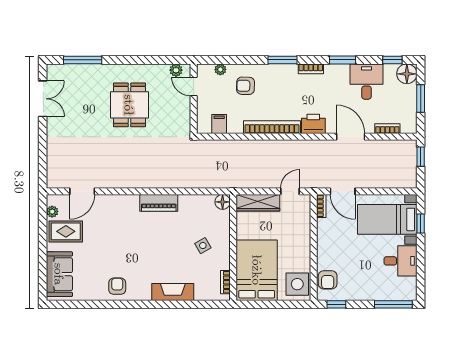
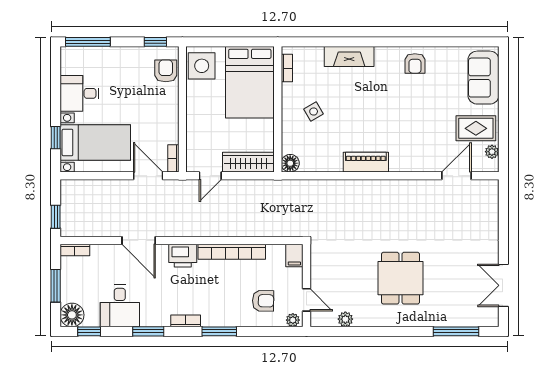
door: (194, 87) -> (306, 300), moved
wall: (194, 99) -> (306, 285), moved
bookcase: (387, 129) -> (75, 250), moved

